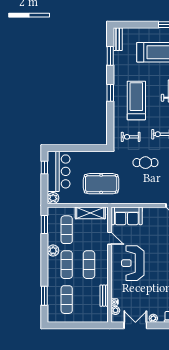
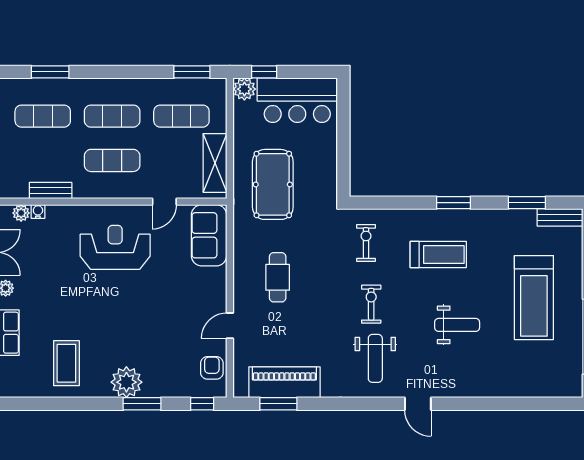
treadmill: (136, 100) -> (438, 255), width x0.73, depth x0.73
cafe table: (145, 163) -> (278, 277), moved
window: (44, 167) -> (264, 72), moved
plant: (53, 251) -> (140, 89), removed

